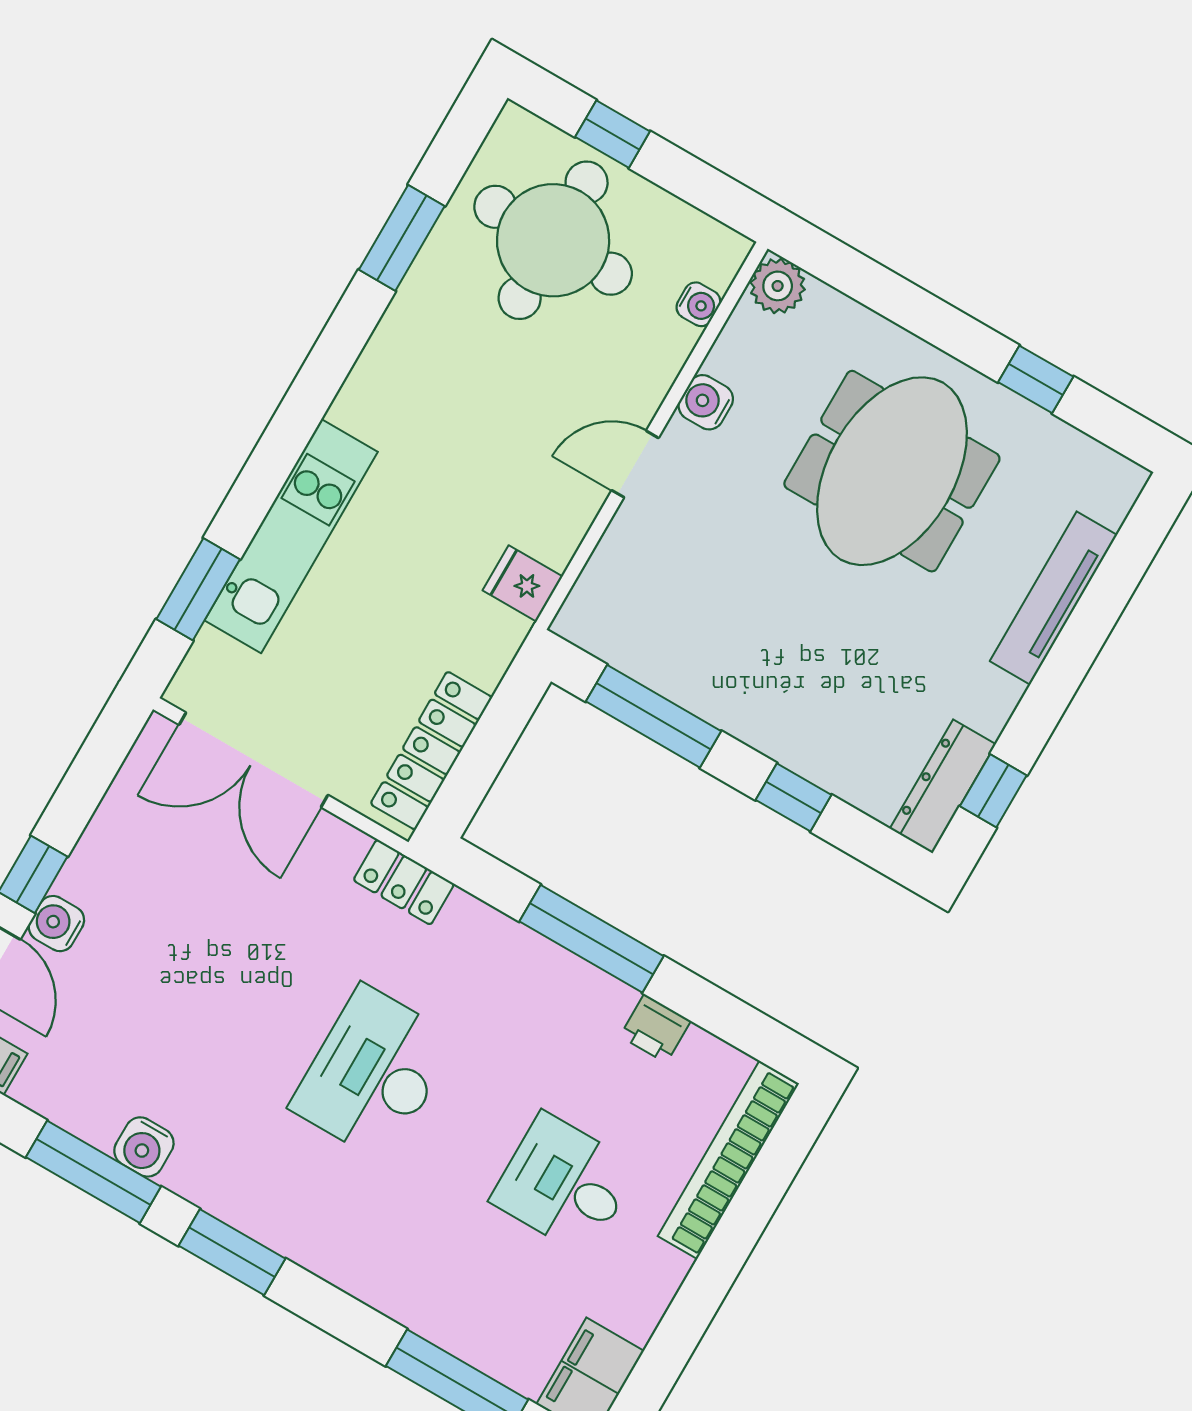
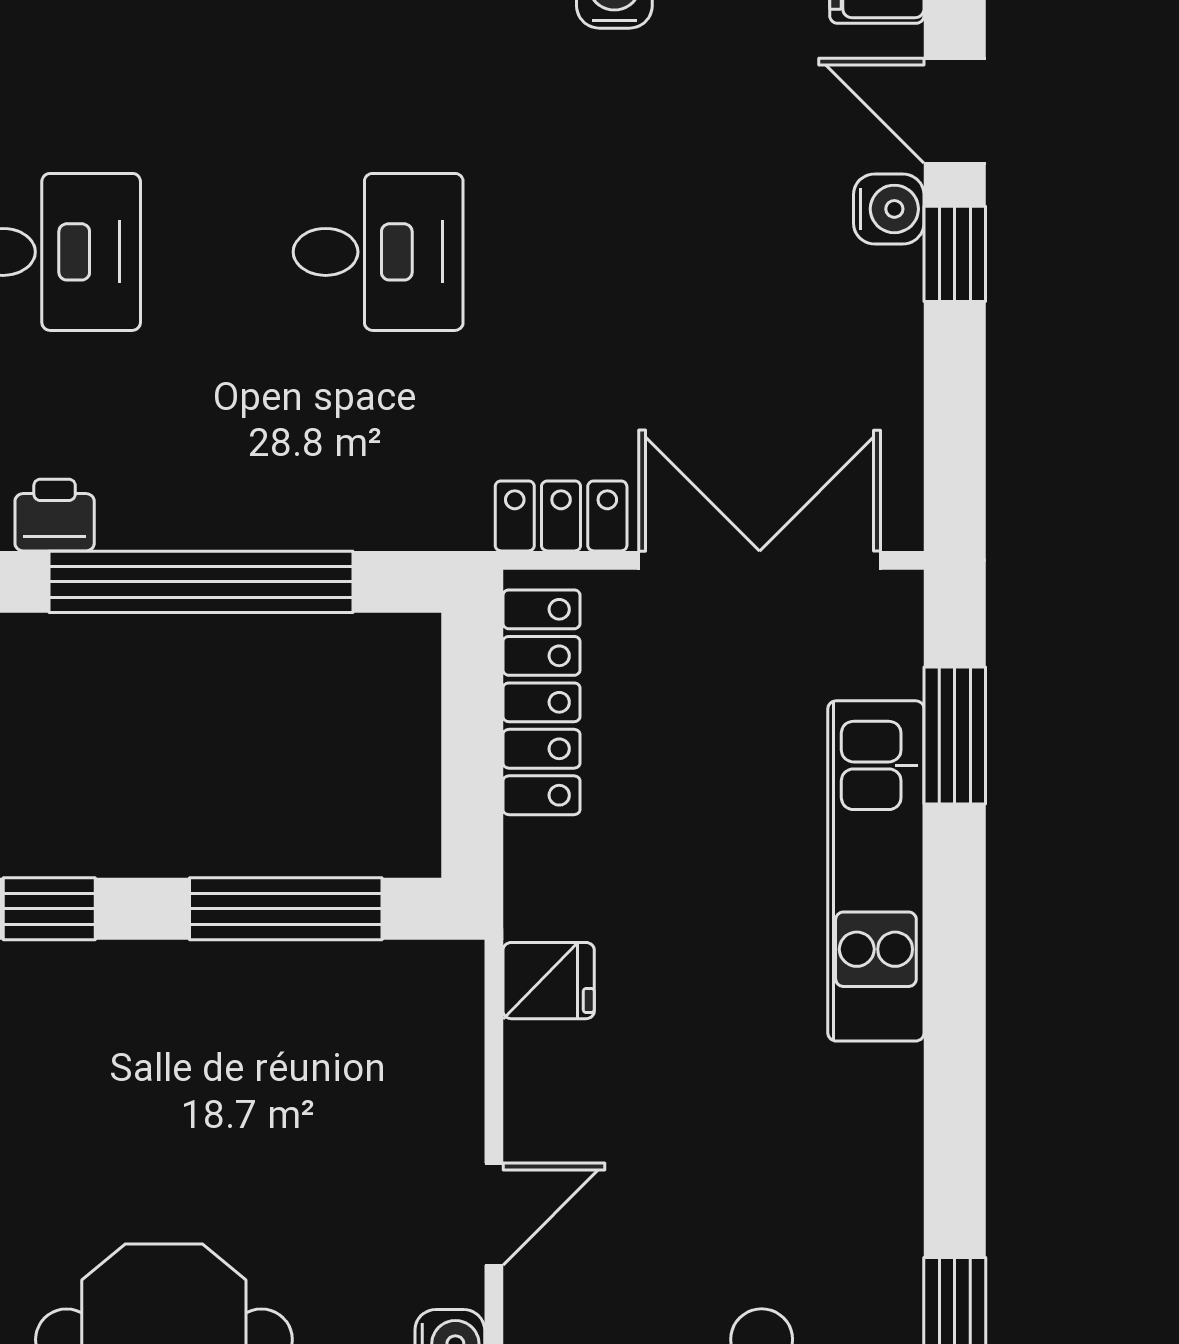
locker: (404, 882) -> (561, 516), moved
window: (591, 939) -> (201, 582), width x1.46
desk: (373, 1073) -> (378, 252), width x0.73

